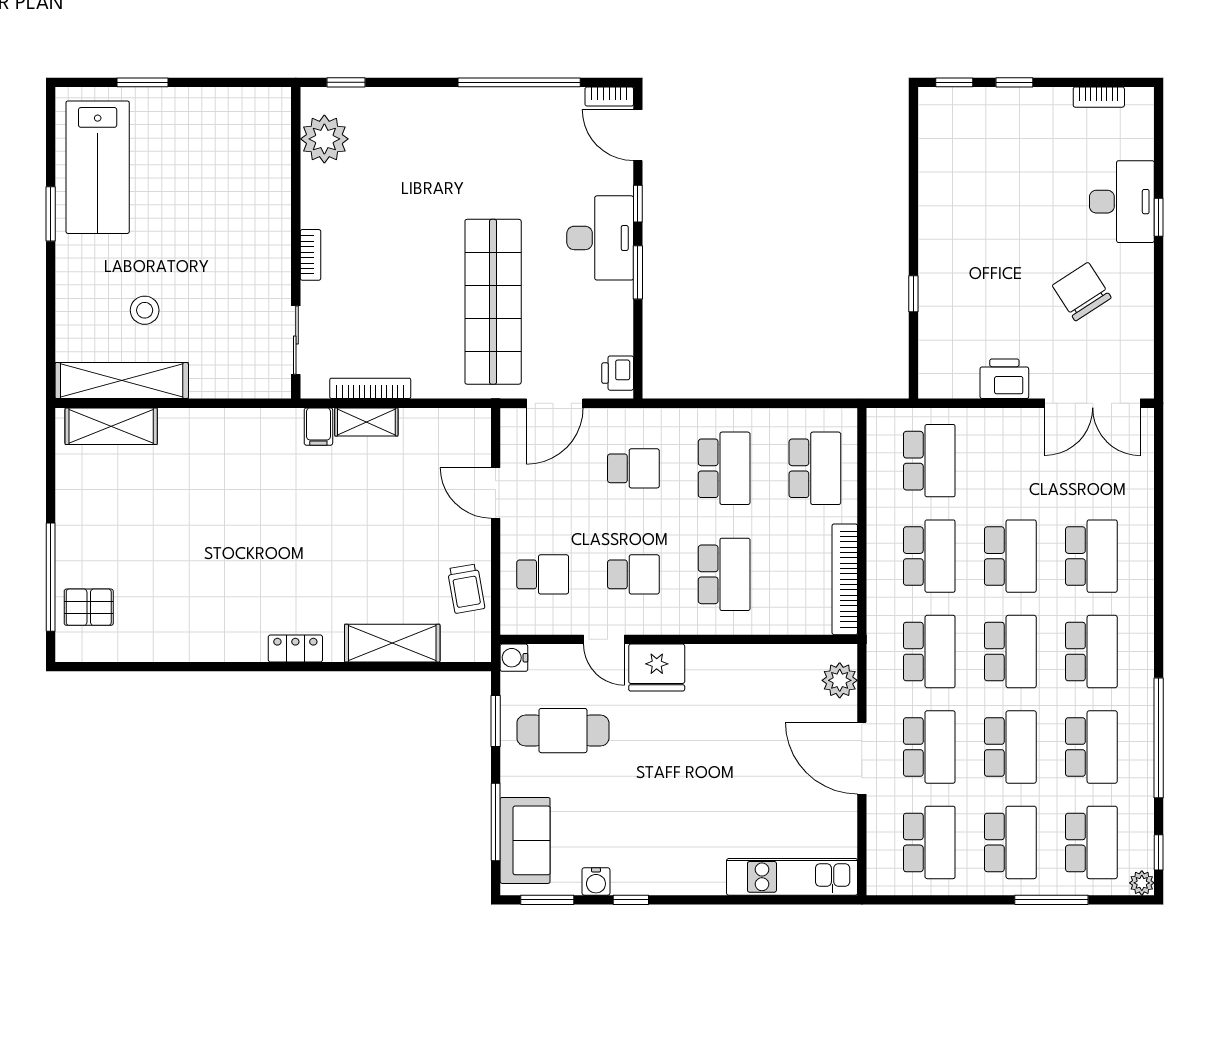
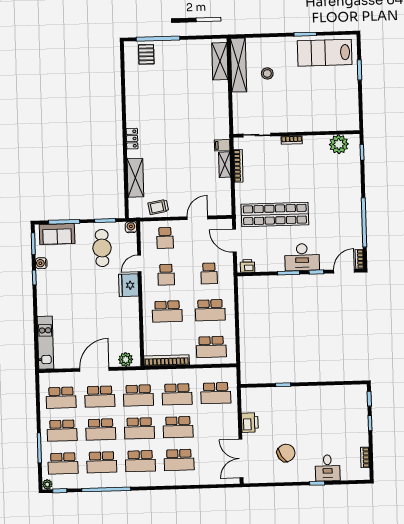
desk: (1122, 202) -> (328, 468), width x0.73

